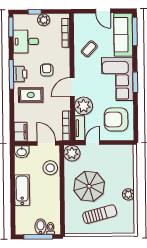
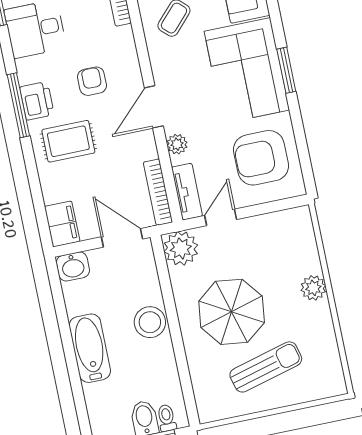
plant: (84, 106) -> (177, 144), width x0.53, depth x0.53
stool: (50, 168) -> (150, 322), moved
plant: (128, 194) -> (313, 288), moved

